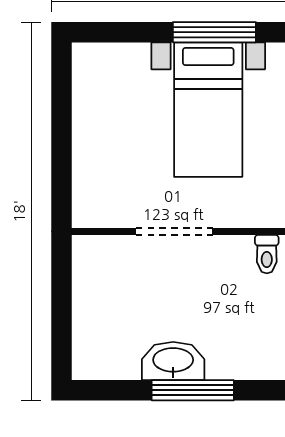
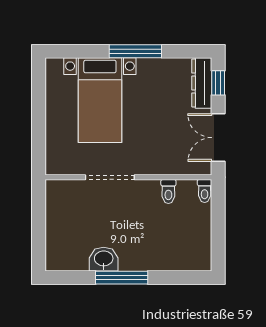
bed with nightstands: (208, 110) -> (100, 100), moved
washbasin: (173, 361) -> (104, 259), width x0.72

